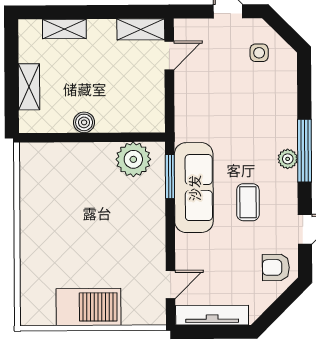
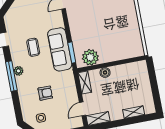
shelving: (29, 87) -> (85, 83), moved
boiler: (84, 122) -> (105, 72), moved
armchair: (276, 267) -> (45, 93), moved

